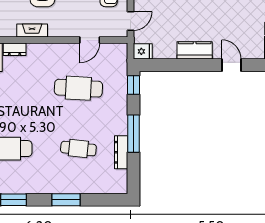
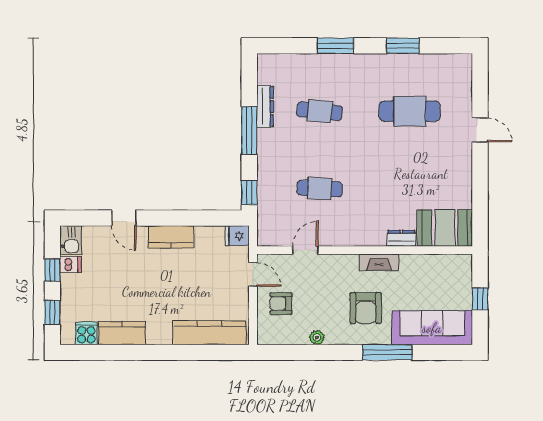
door: (131, 21) -> (253, 274), swing flipped
cafe table: (78, 88) -> (320, 189), width x0.73, depth x0.74

